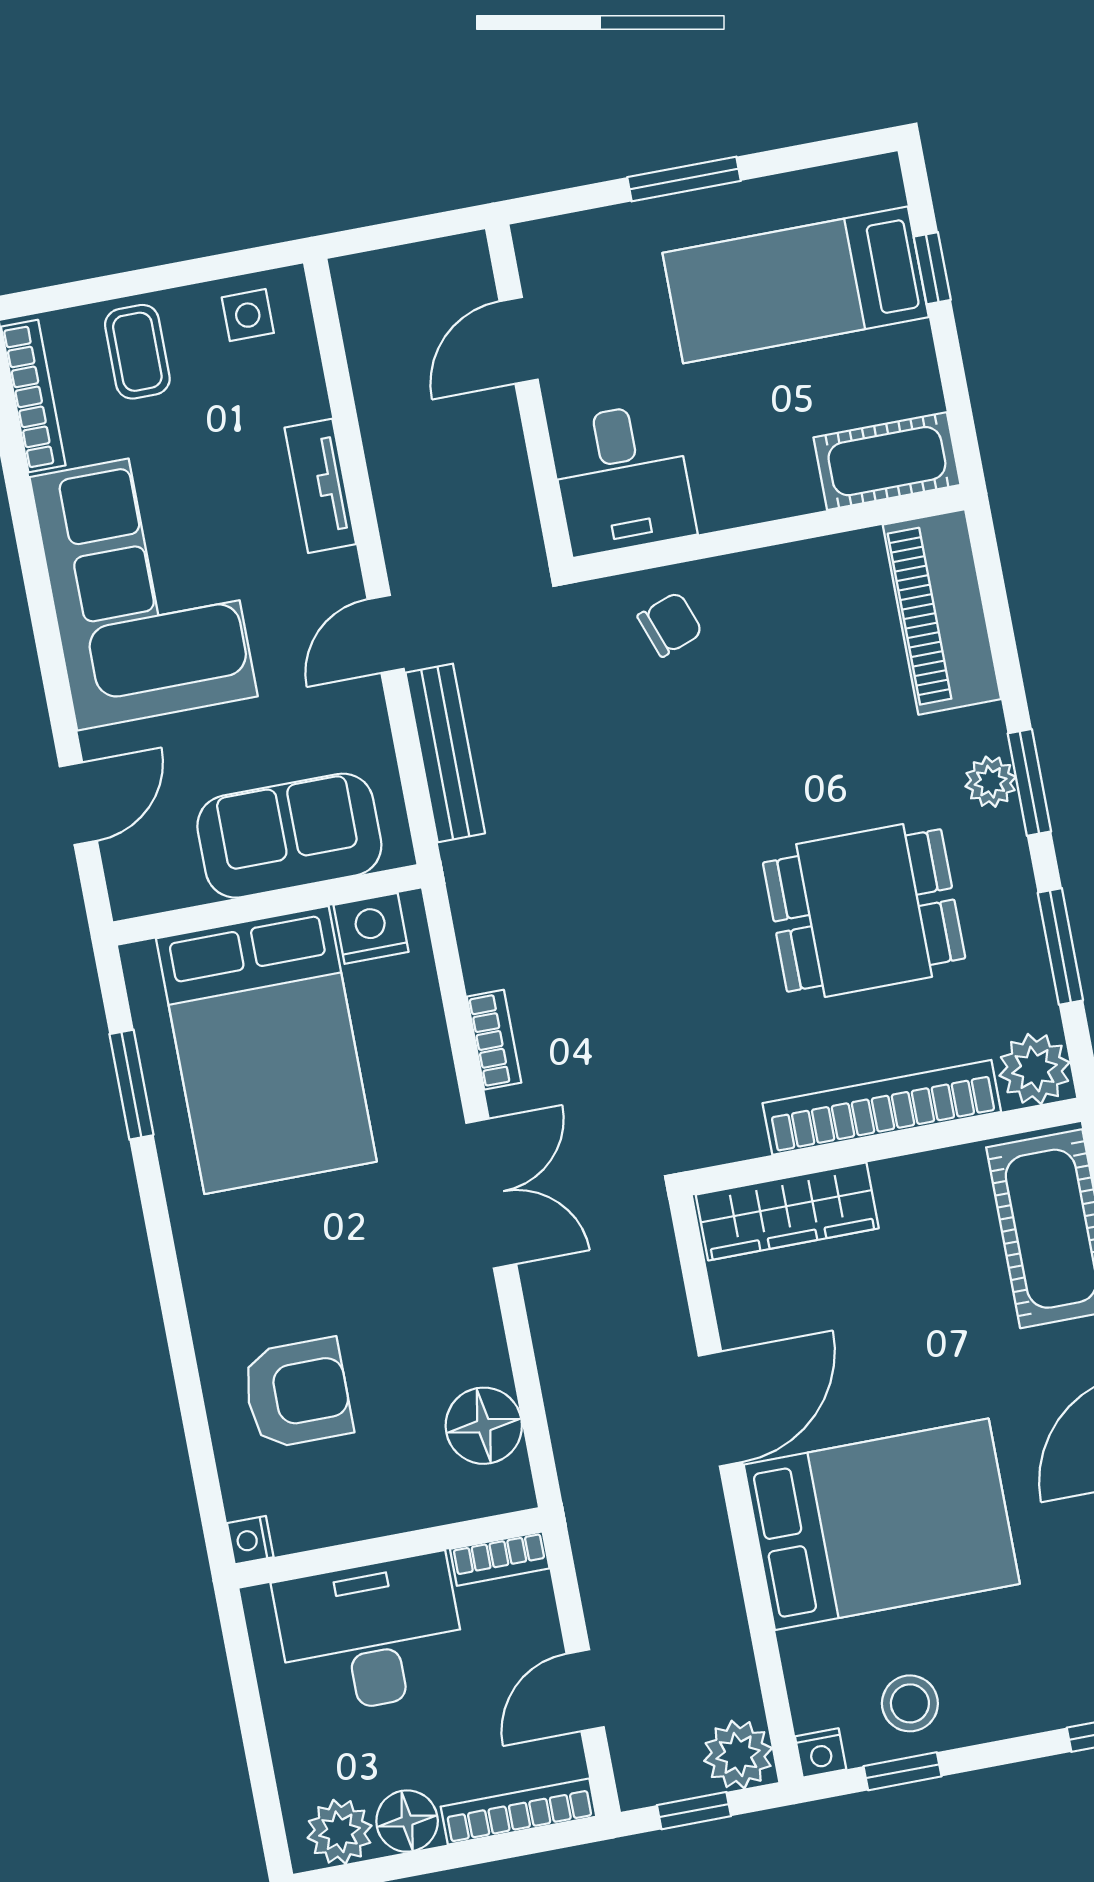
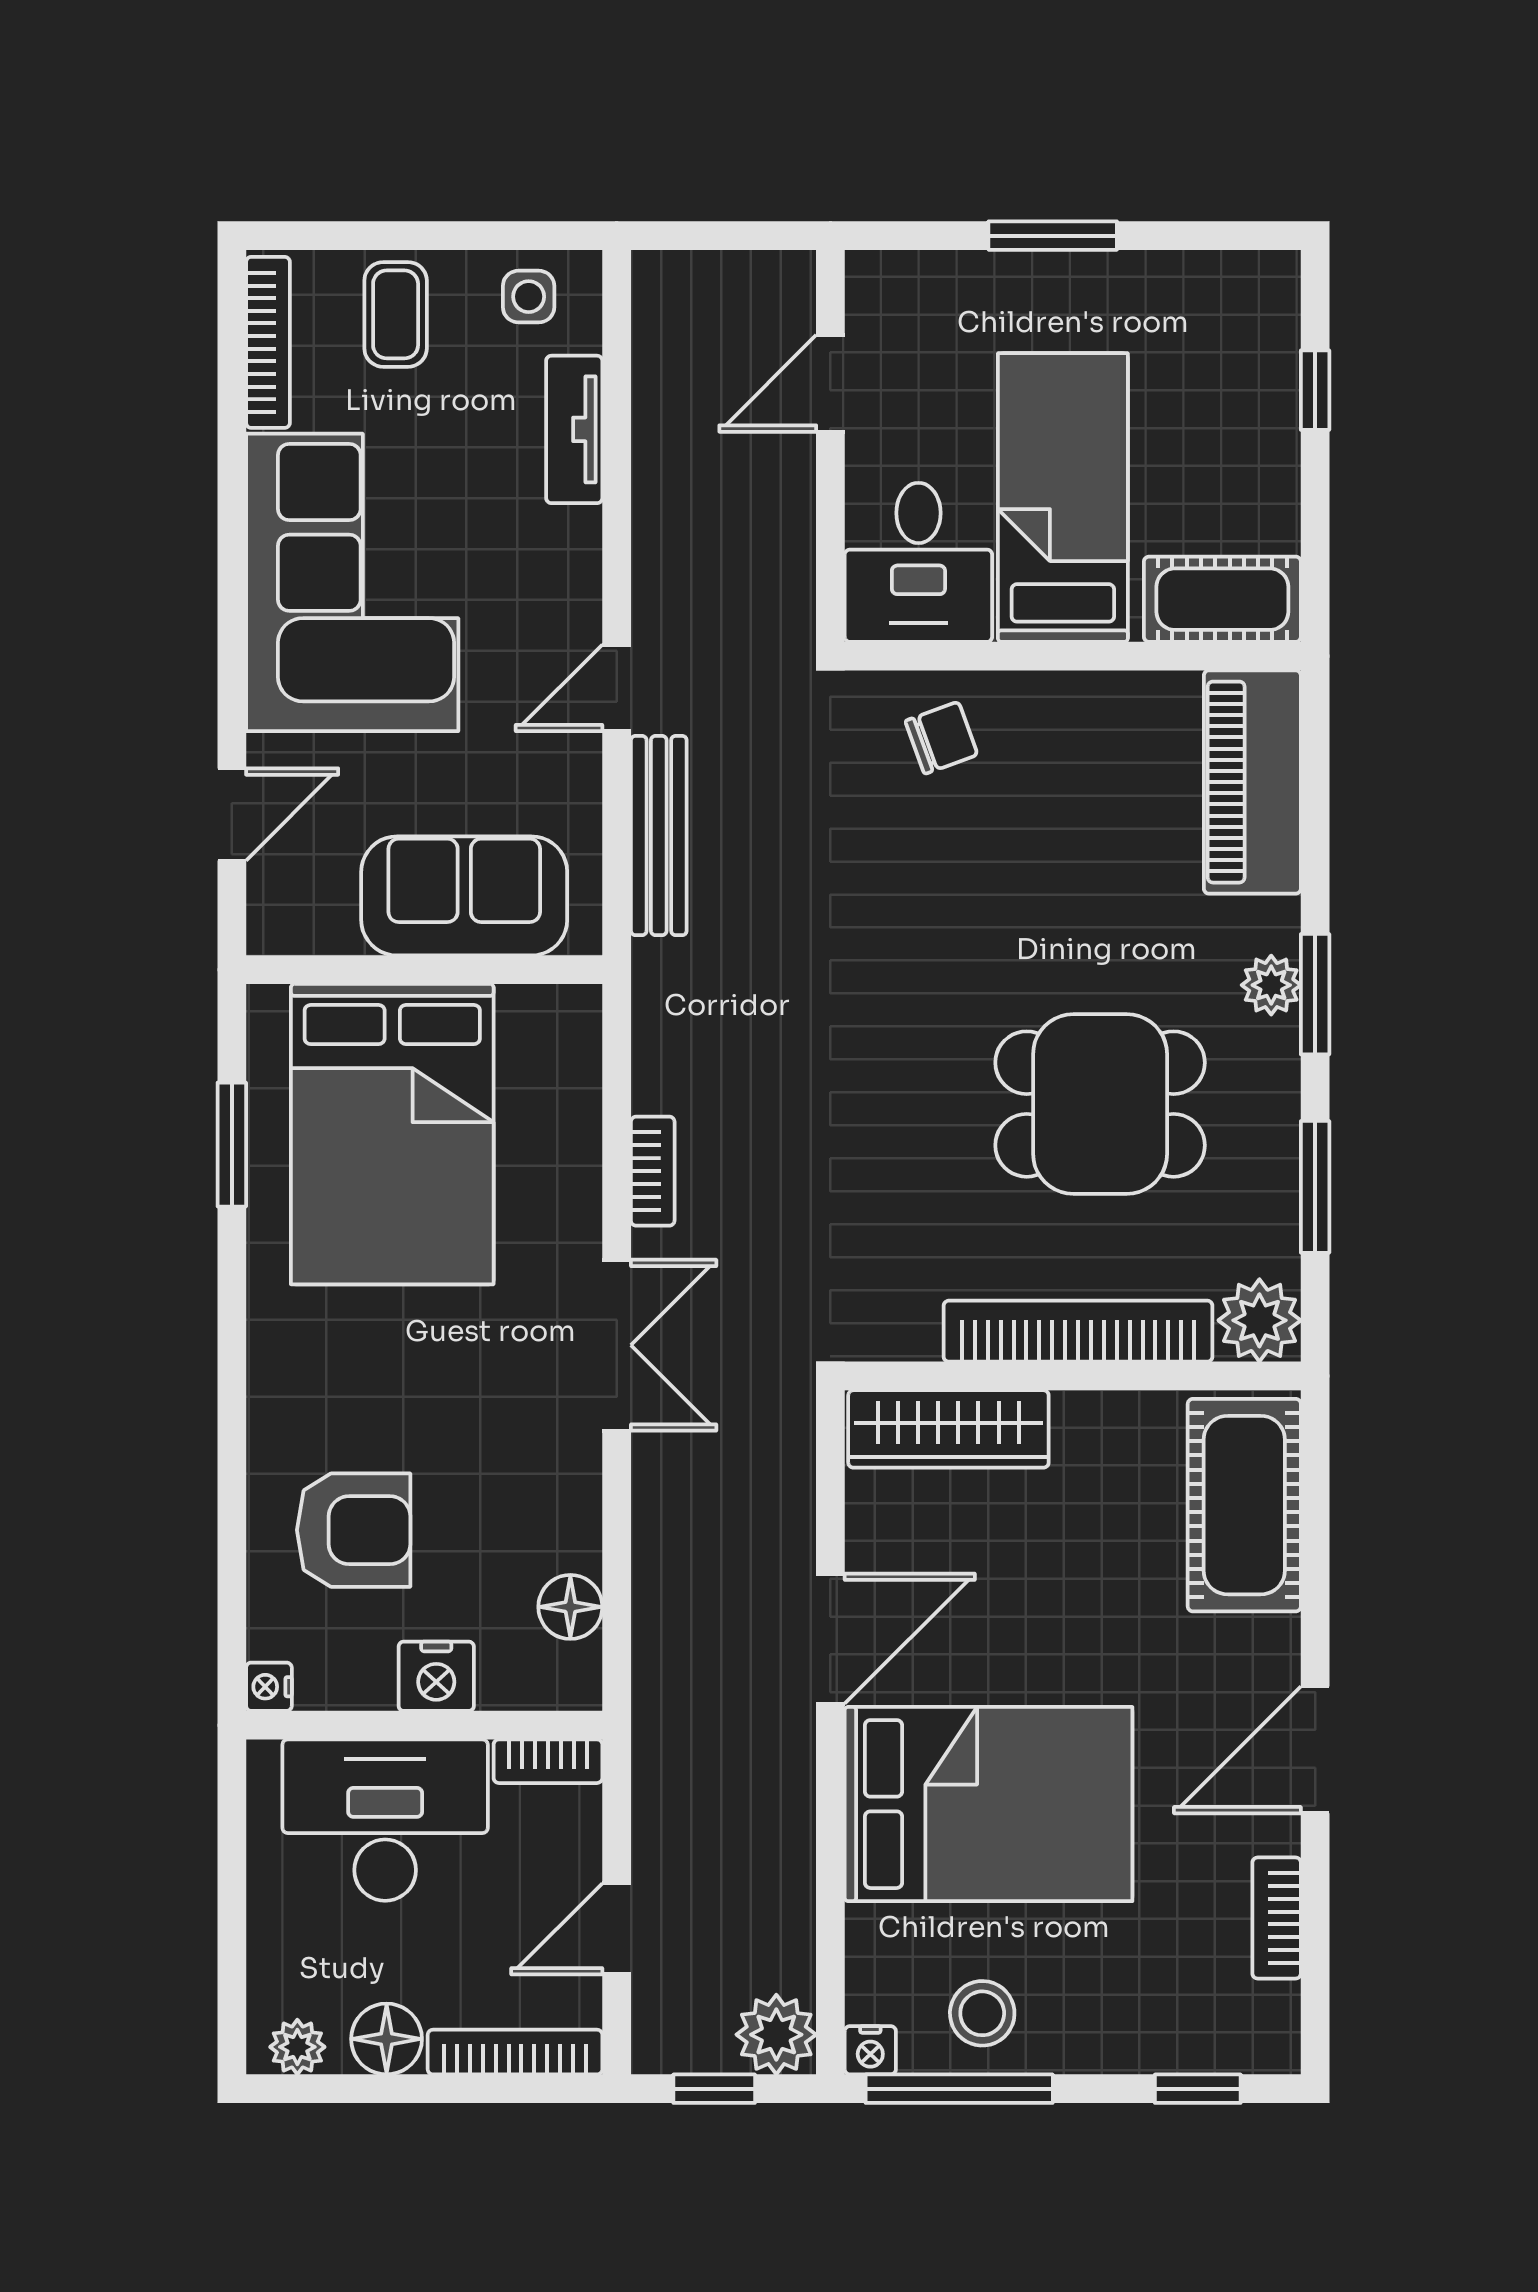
bed: (796, 285) -> (1063, 498), moved, turned 90
tv unit: (320, 486) -> (574, 429), moved
nightstand: (371, 928) -> (436, 1676), moved, turned 180
floor lamp: (484, 1426) -> (570, 1607), width x0.73, depth x0.73
window: (902, 1771) -> (959, 2089), width x2.17
plant: (340, 1832) -> (297, 2047), width x0.73, depth x0.73

